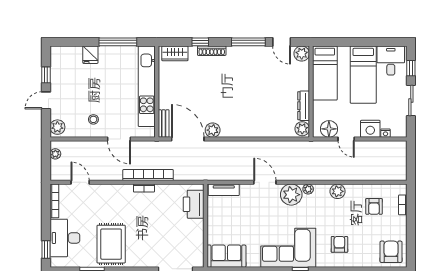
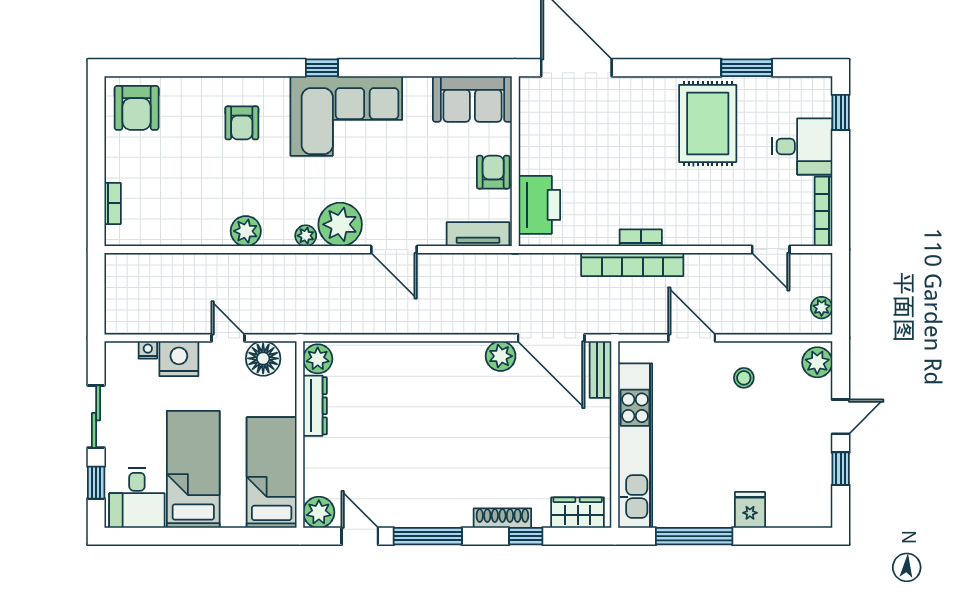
armchair: (374, 206) -> (493, 172), moved
desk: (65, 238) -> (802, 146), width x0.73

